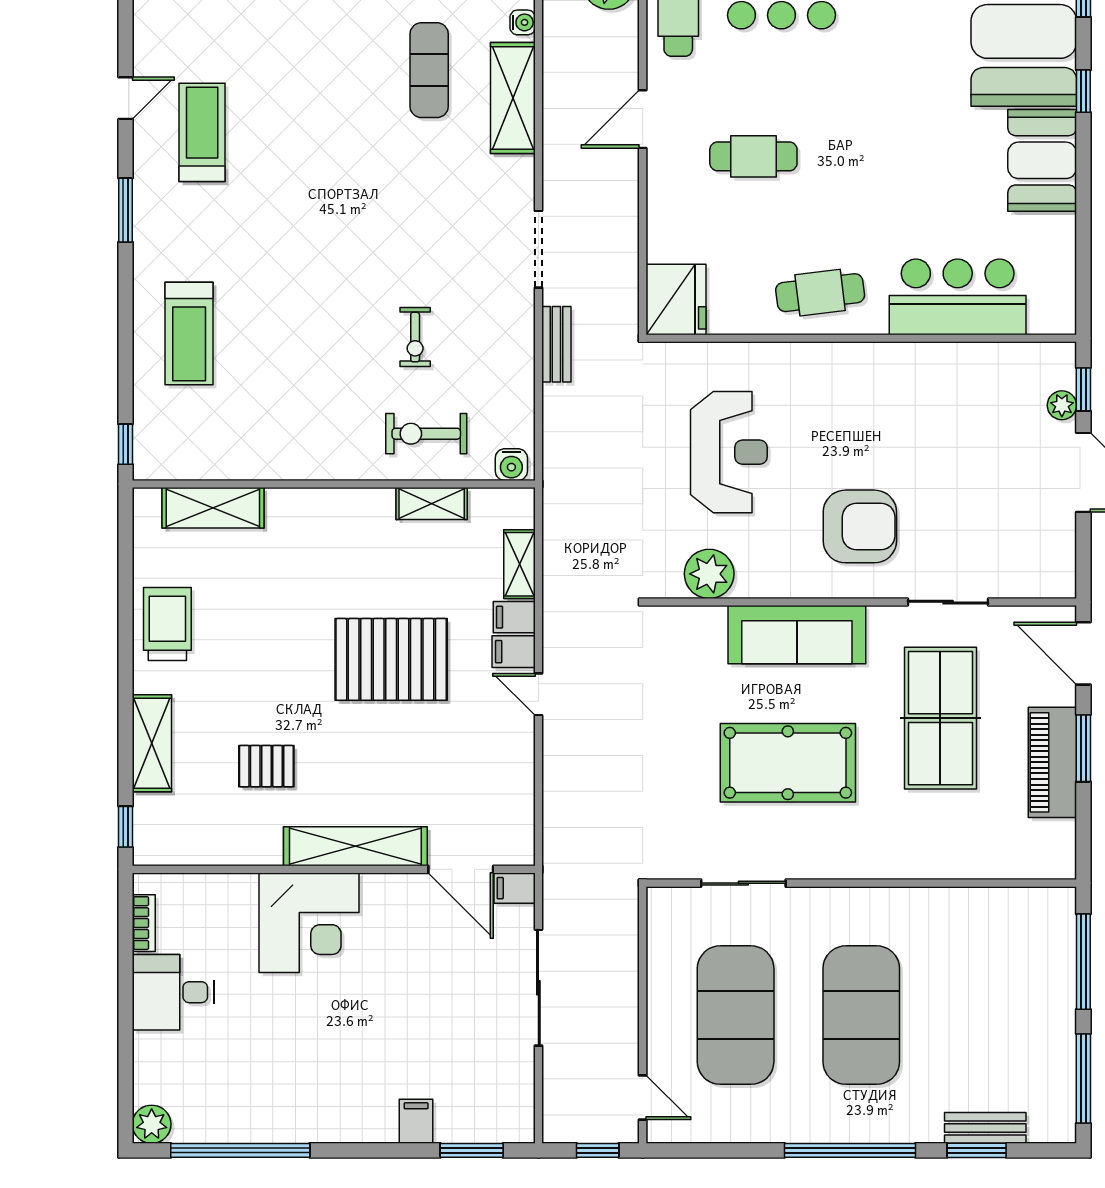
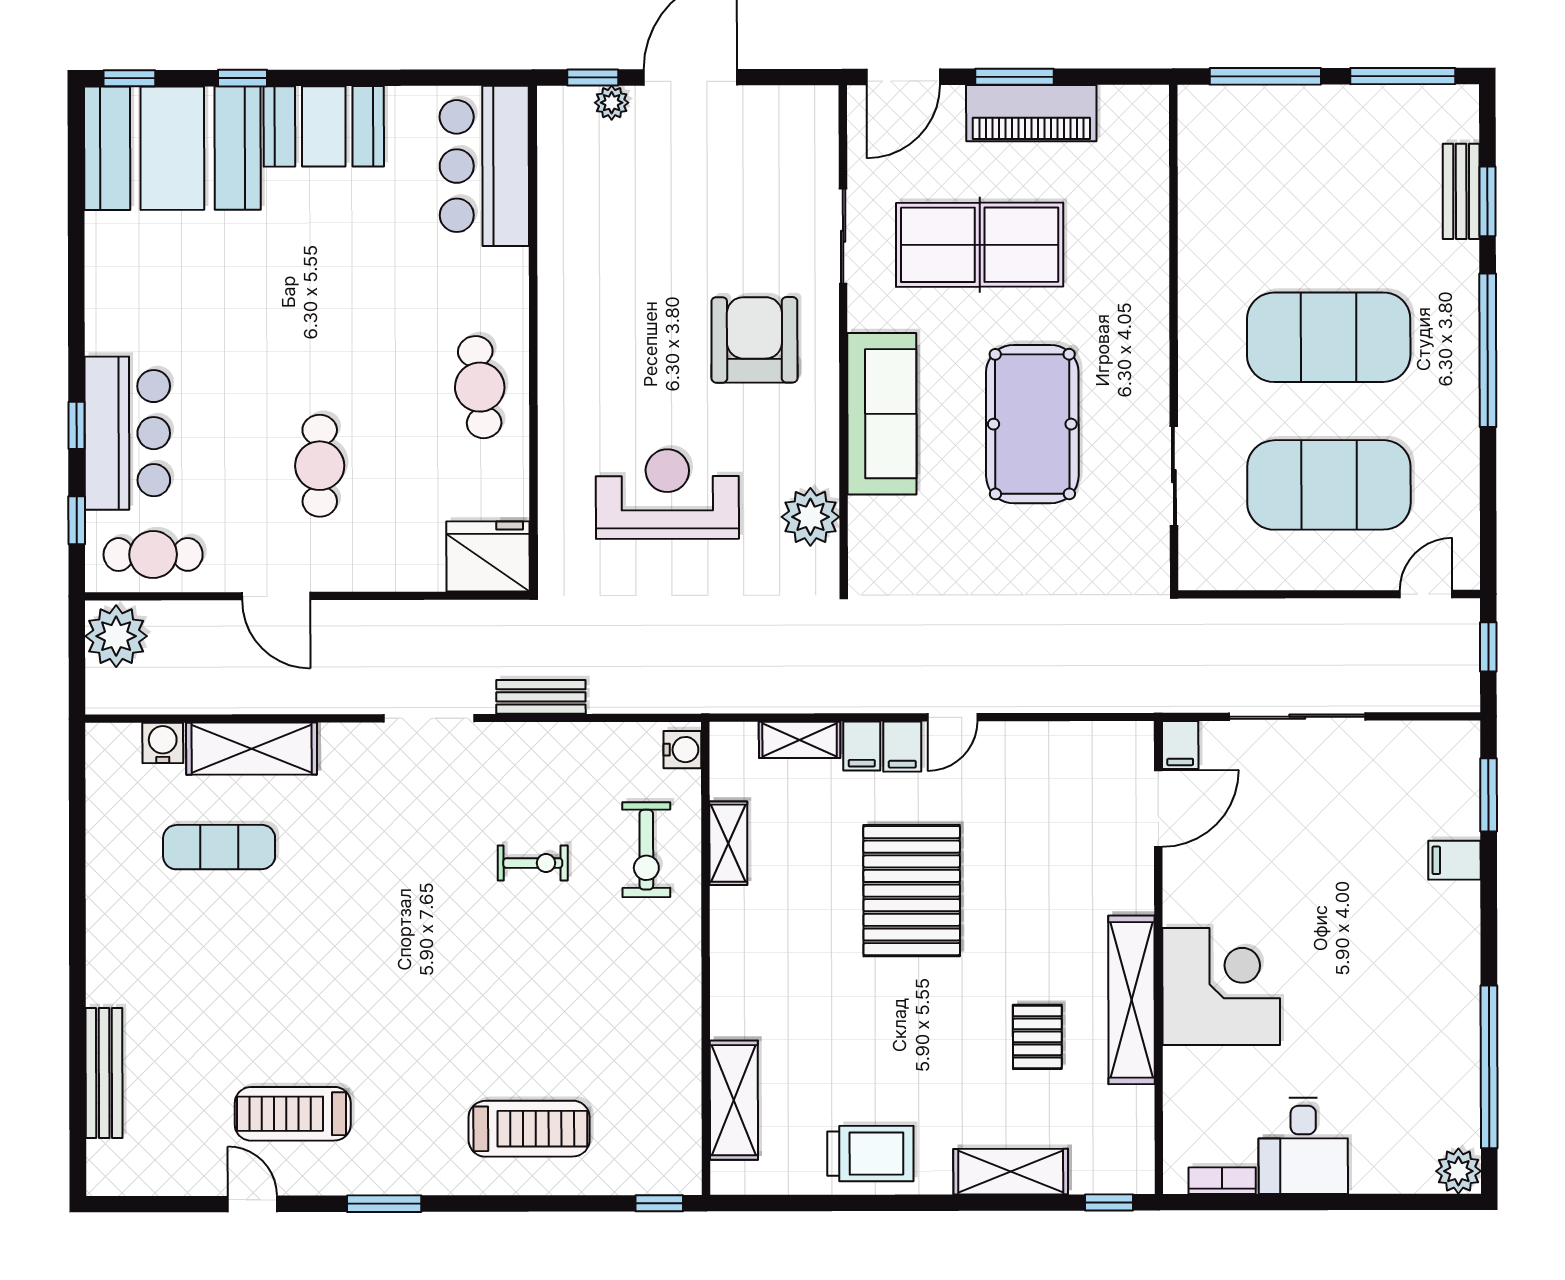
water cooler: (523, 22) -> (163, 743), width x1.38, depth x1.38
bar counter: (958, 297) -> (484, 166), moved
trolley: (167, 624) -> (870, 1154), turned 180
shelving: (355, 846) -> (1131, 1000), moved

